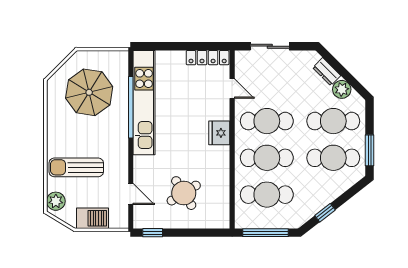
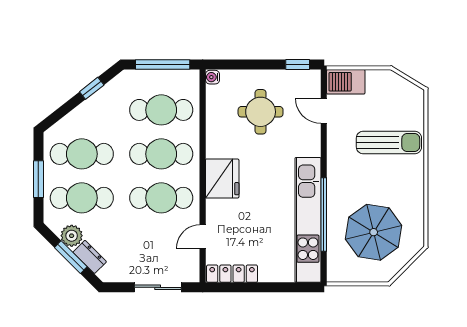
window: (342, 71) -> (71, 257), added
door: (232, 89) -> (203, 237), hinge flipped
fridge: (219, 133) -> (222, 178), width x1.36, depth x1.34
window: (370, 150) -> (38, 179), moved
round table: (184, 193) -> (261, 112), turned 32
plant: (56, 201) -> (413, 102), removed
barbecue: (92, 218) -> (346, 82), moved
water cooler: (224, 222) -> (212, 77), added

